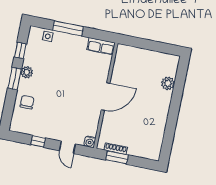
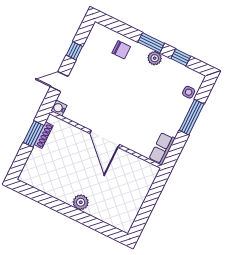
plant: (168, 83) -> (81, 202), moved

